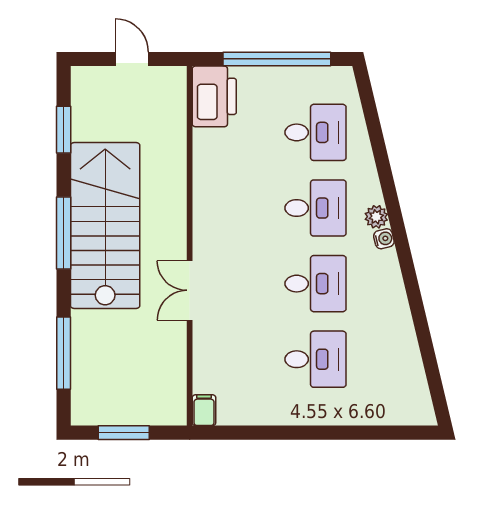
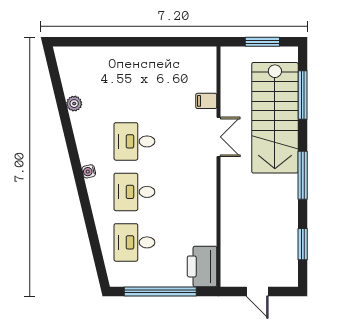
plant: (376, 217) -> (74, 104), moved
stairs: (105, 226) -> (275, 118), moved
desk: (316, 359) -> (134, 91), removed
filing cabinet: (204, 410) -> (206, 101), moved, turned 90

